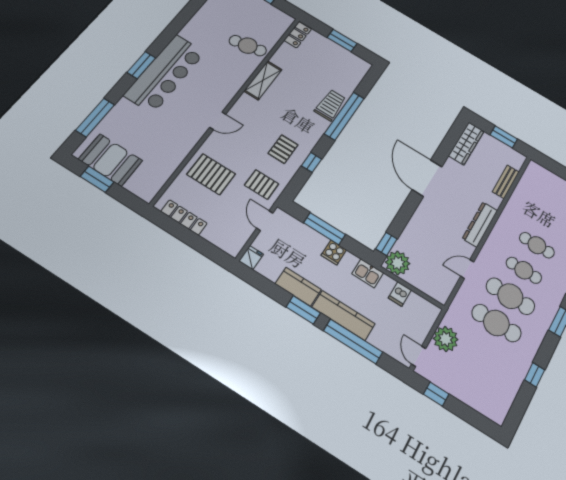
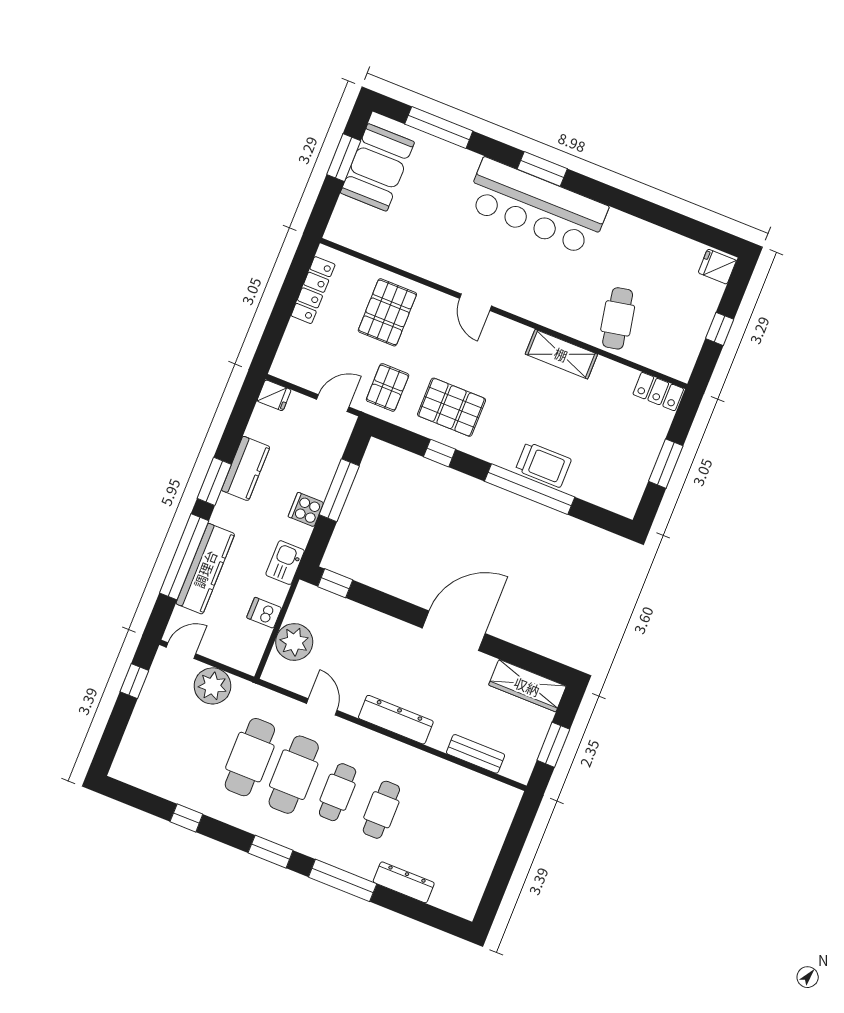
pallet: (283, 149) -> (452, 407), width x1.50, depth x1.42
plant: (398, 263) -> (294, 642), moved
kitchen counter: (343, 315) -> (205, 569), moved

